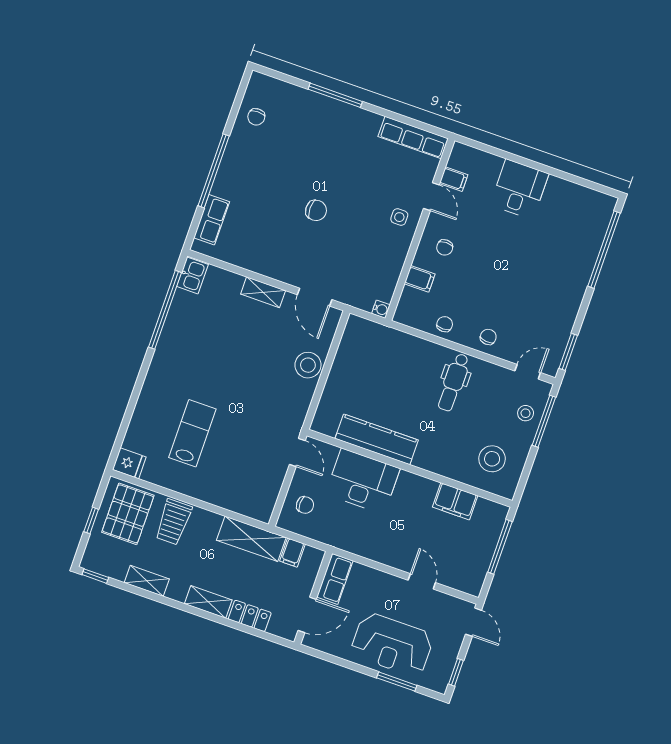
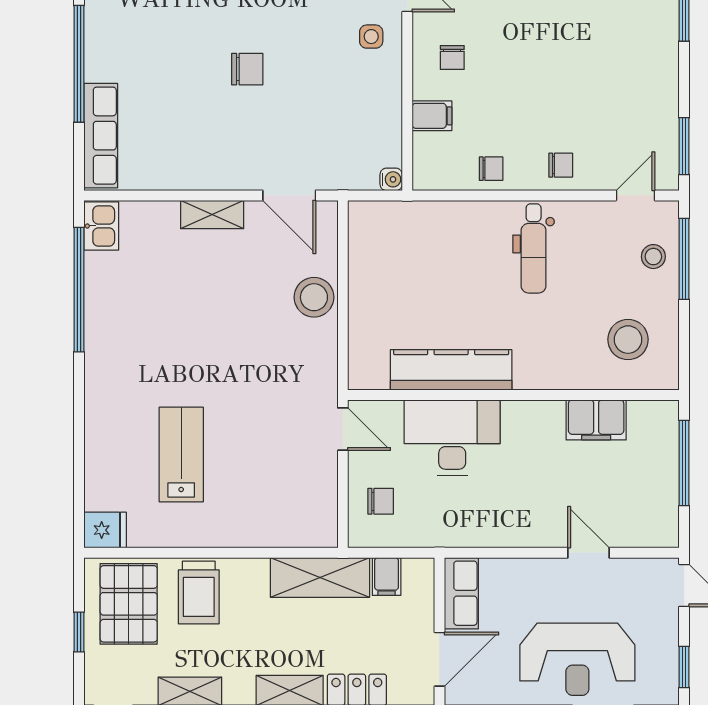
row of seats: (212, 220) -> (101, 136), width x1.48
chair: (445, 324) -> (491, 169), turned 90
chair: (488, 337) -> (561, 165), turned 84

